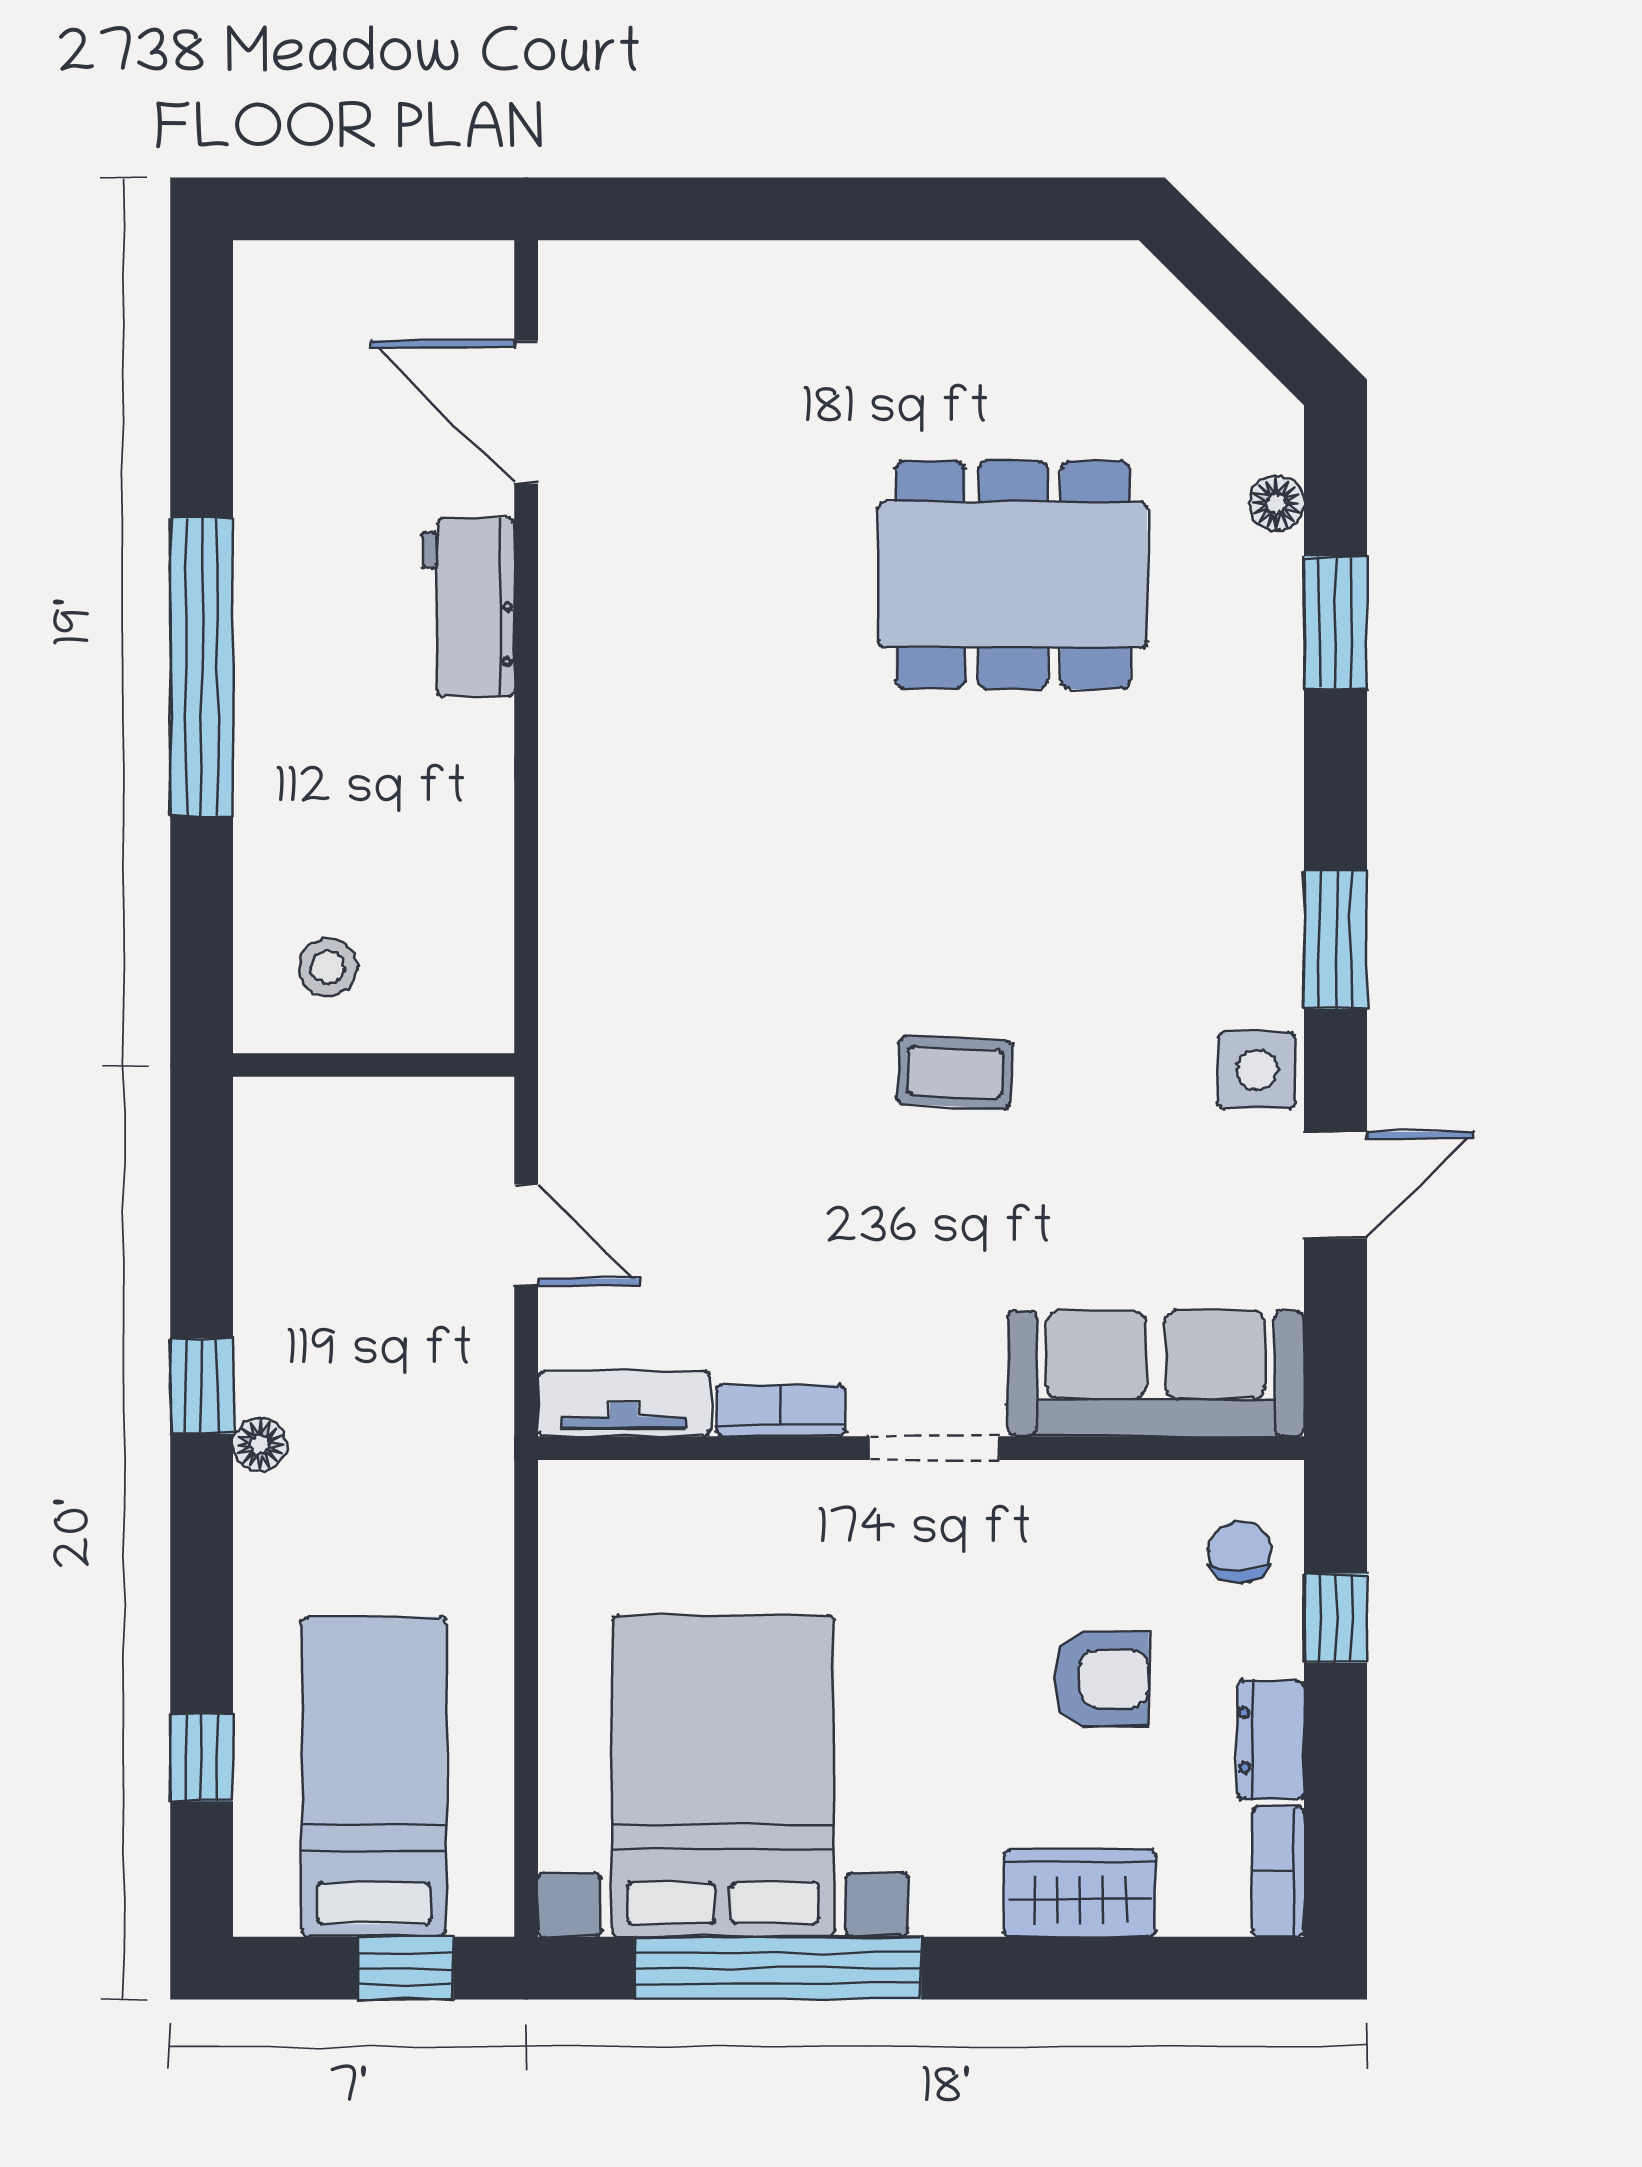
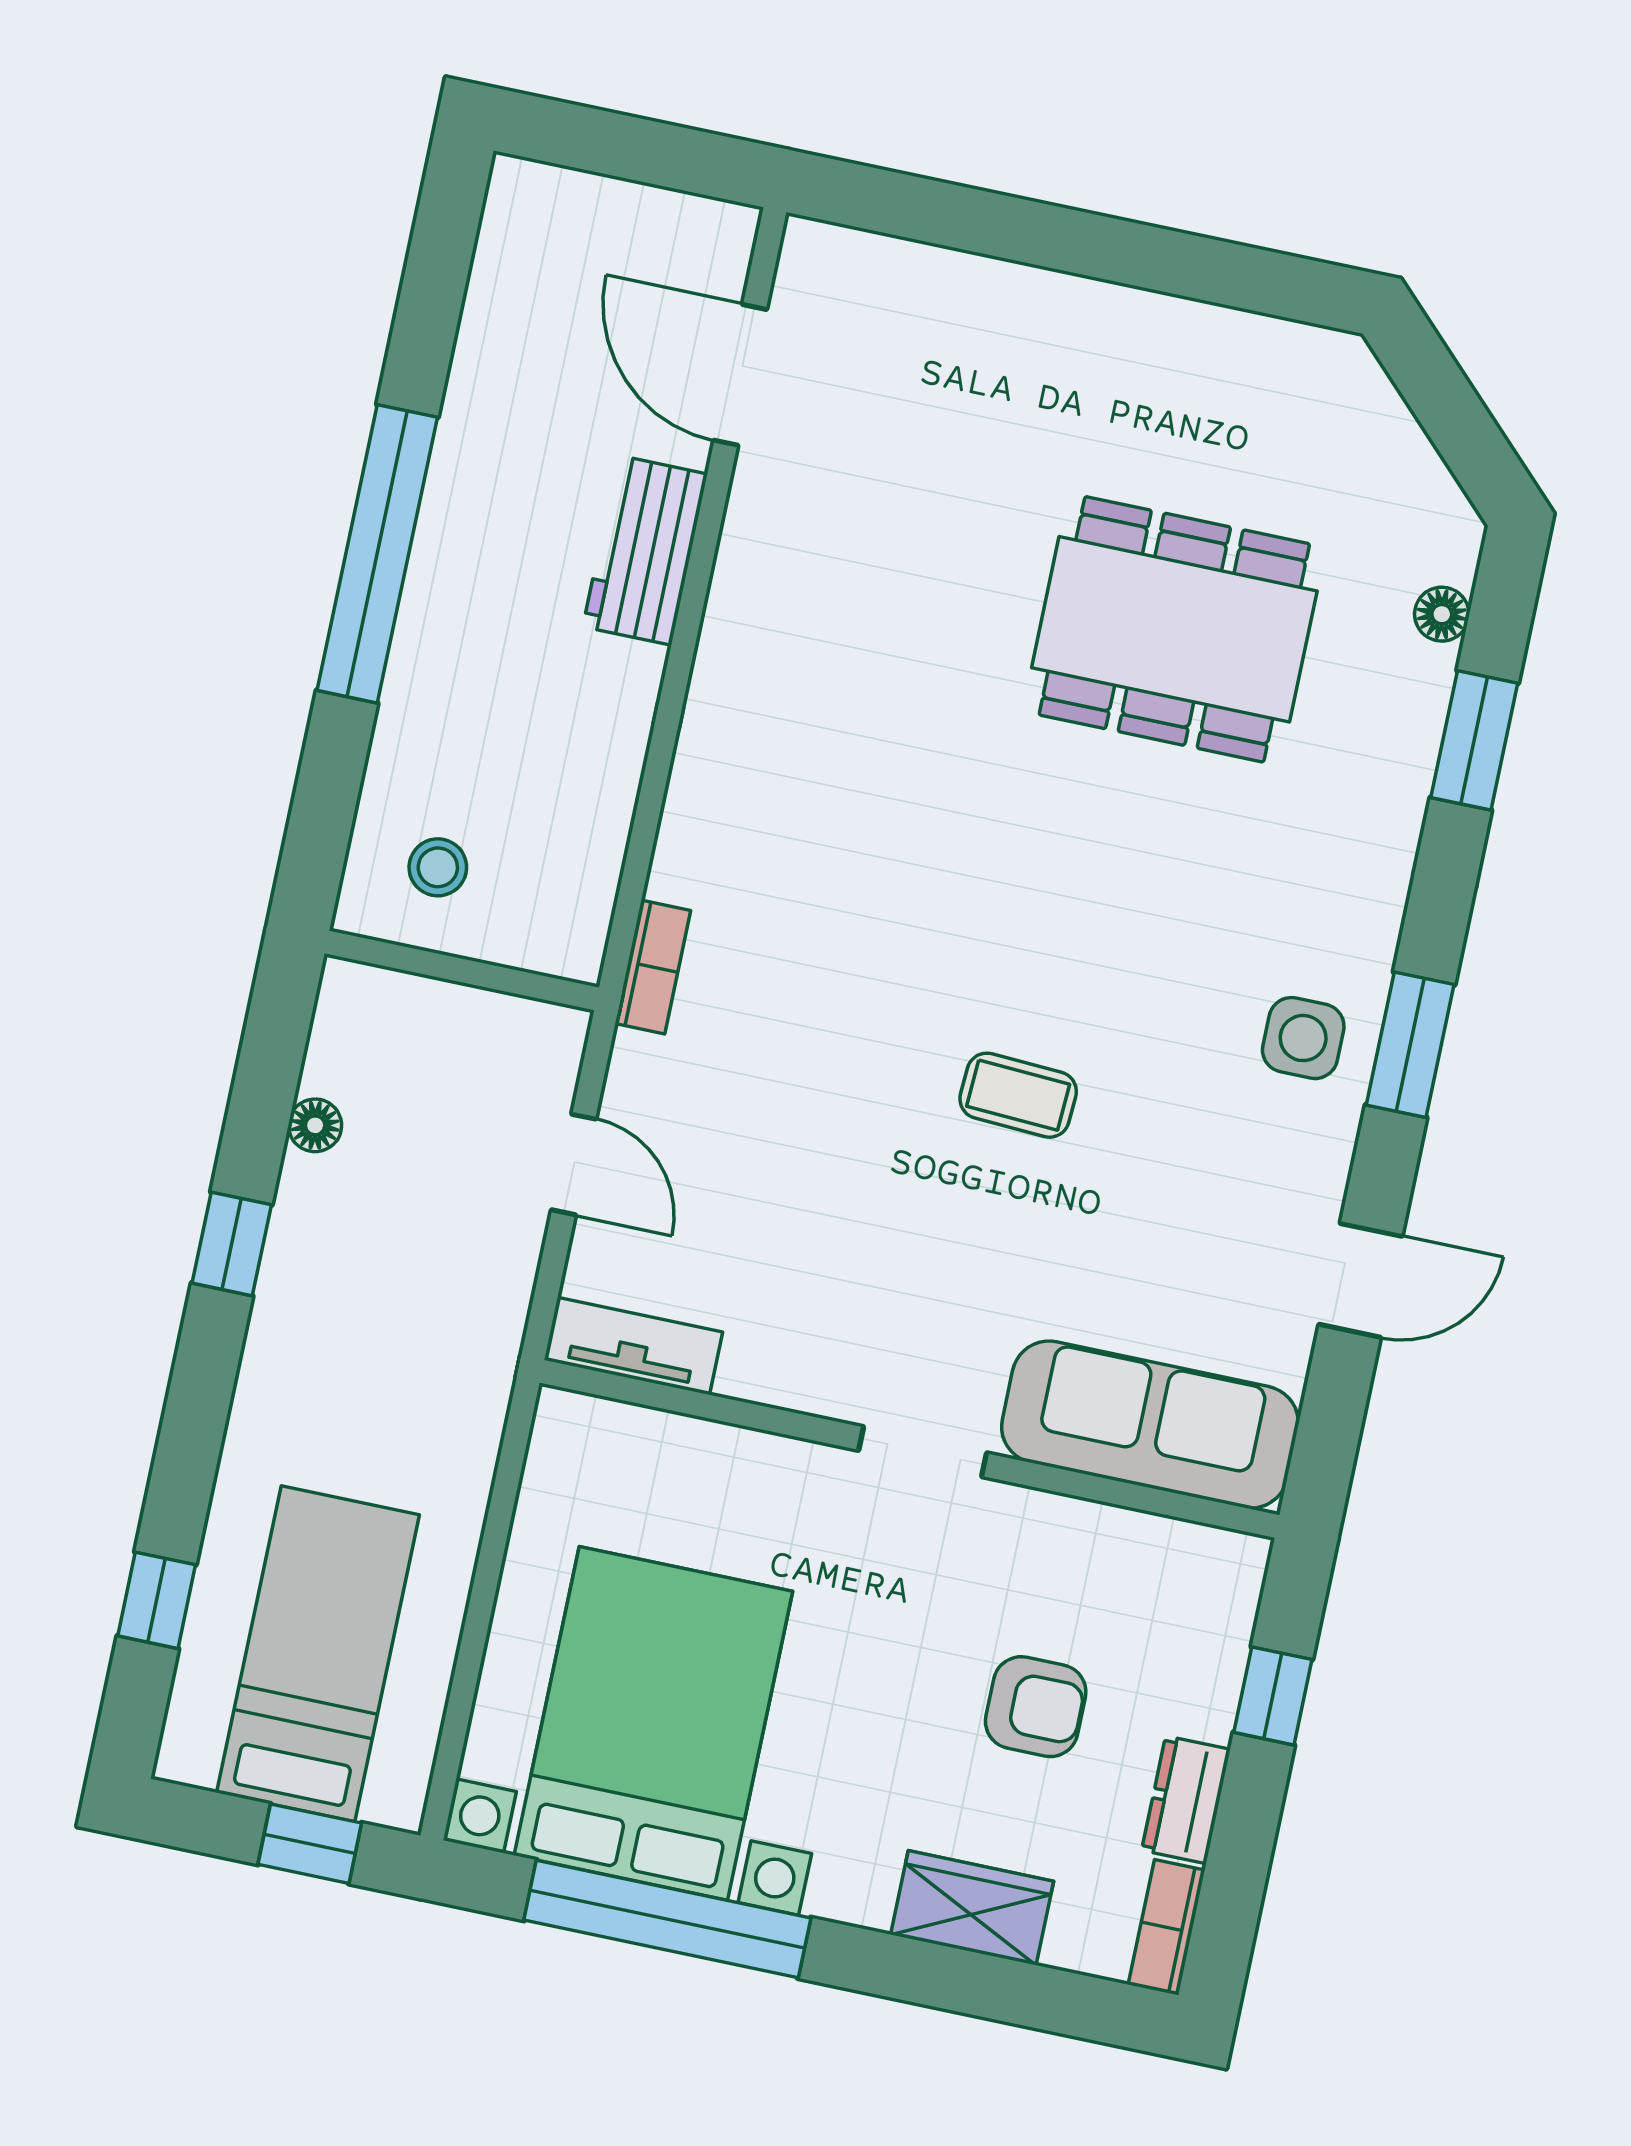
side table: (1257, 1070) -> (1303, 1038), moved
bookcase: (781, 1411) -> (653, 967), moved, turned 90
floor lamp: (260, 1445) -> (315, 1125), moved
chair: (1240, 1552) -> (1195, 1613), removed

